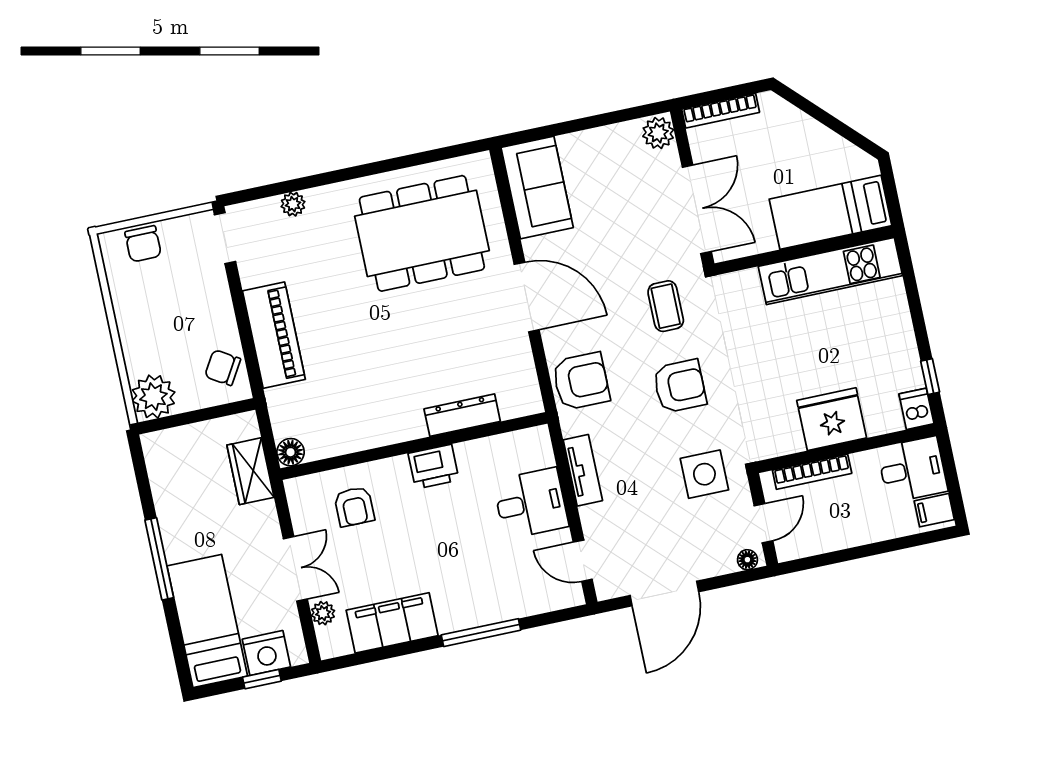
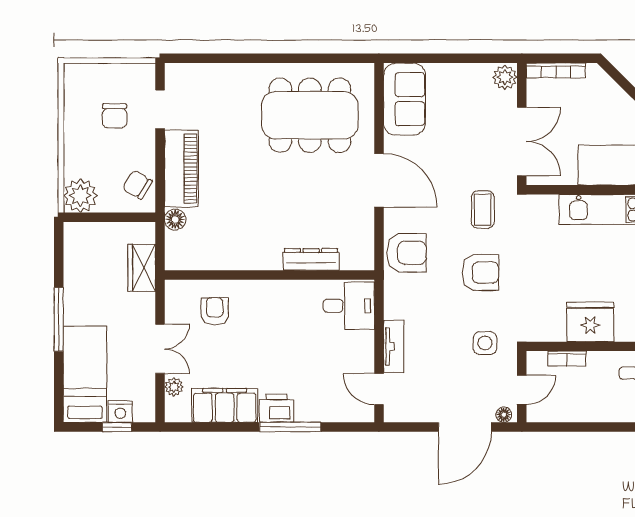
plant: (293, 204) -> (217, 72), removed
doorway: (225, 238) -> (160, 109), moved
chair: (143, 244) -> (115, 116), moved
floor lamp: (291, 452) -> (175, 220), moved
printer: (434, 467) -> (277, 408), moved, turned 180
tv unit: (583, 470) -> (394, 346), moved
bookcase: (812, 472) -> (567, 359), width x0.64
side table: (704, 474) -> (485, 343), width x0.73, depth x0.73
desk: (531, 503) -> (349, 306), moved
armchair: (354, 506) -> (215, 311), turned 180
door: (664, 594) -> (465, 427), moved
nightstand: (266, 653) -> (120, 412), width x0.74, depth x0.75

